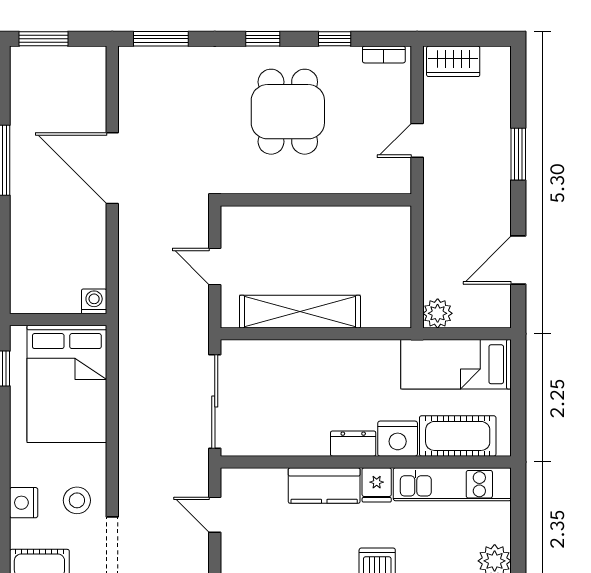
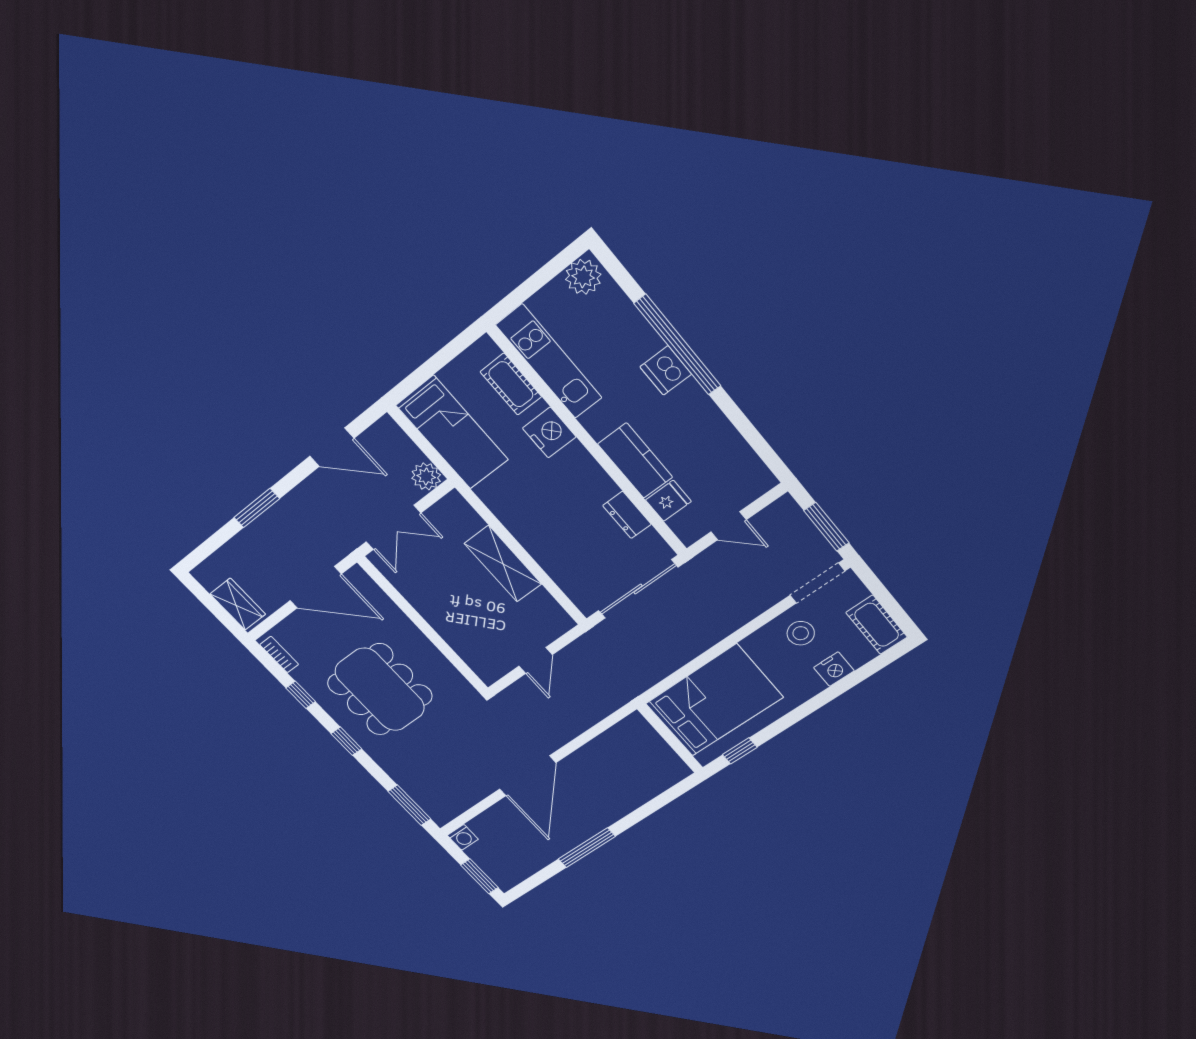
dining table: (288, 112) -> (380, 690), width x1.38
door: (417, 140) -> (316, 587), width x1.88
double door: (417, 250) -> (393, 527), added
washing machine: (94, 301) -> (463, 837), moved, turned -90
shelving: (300, 312) -> (503, 564), width x0.68
cot: (458, 436) -> (511, 384), width x0.73, depth x0.75
dresser: (353, 444) -> (627, 515), moved
fridge: (377, 485) -> (668, 501), moved
door: (215, 515) -> (729, 526), hinge flipped

